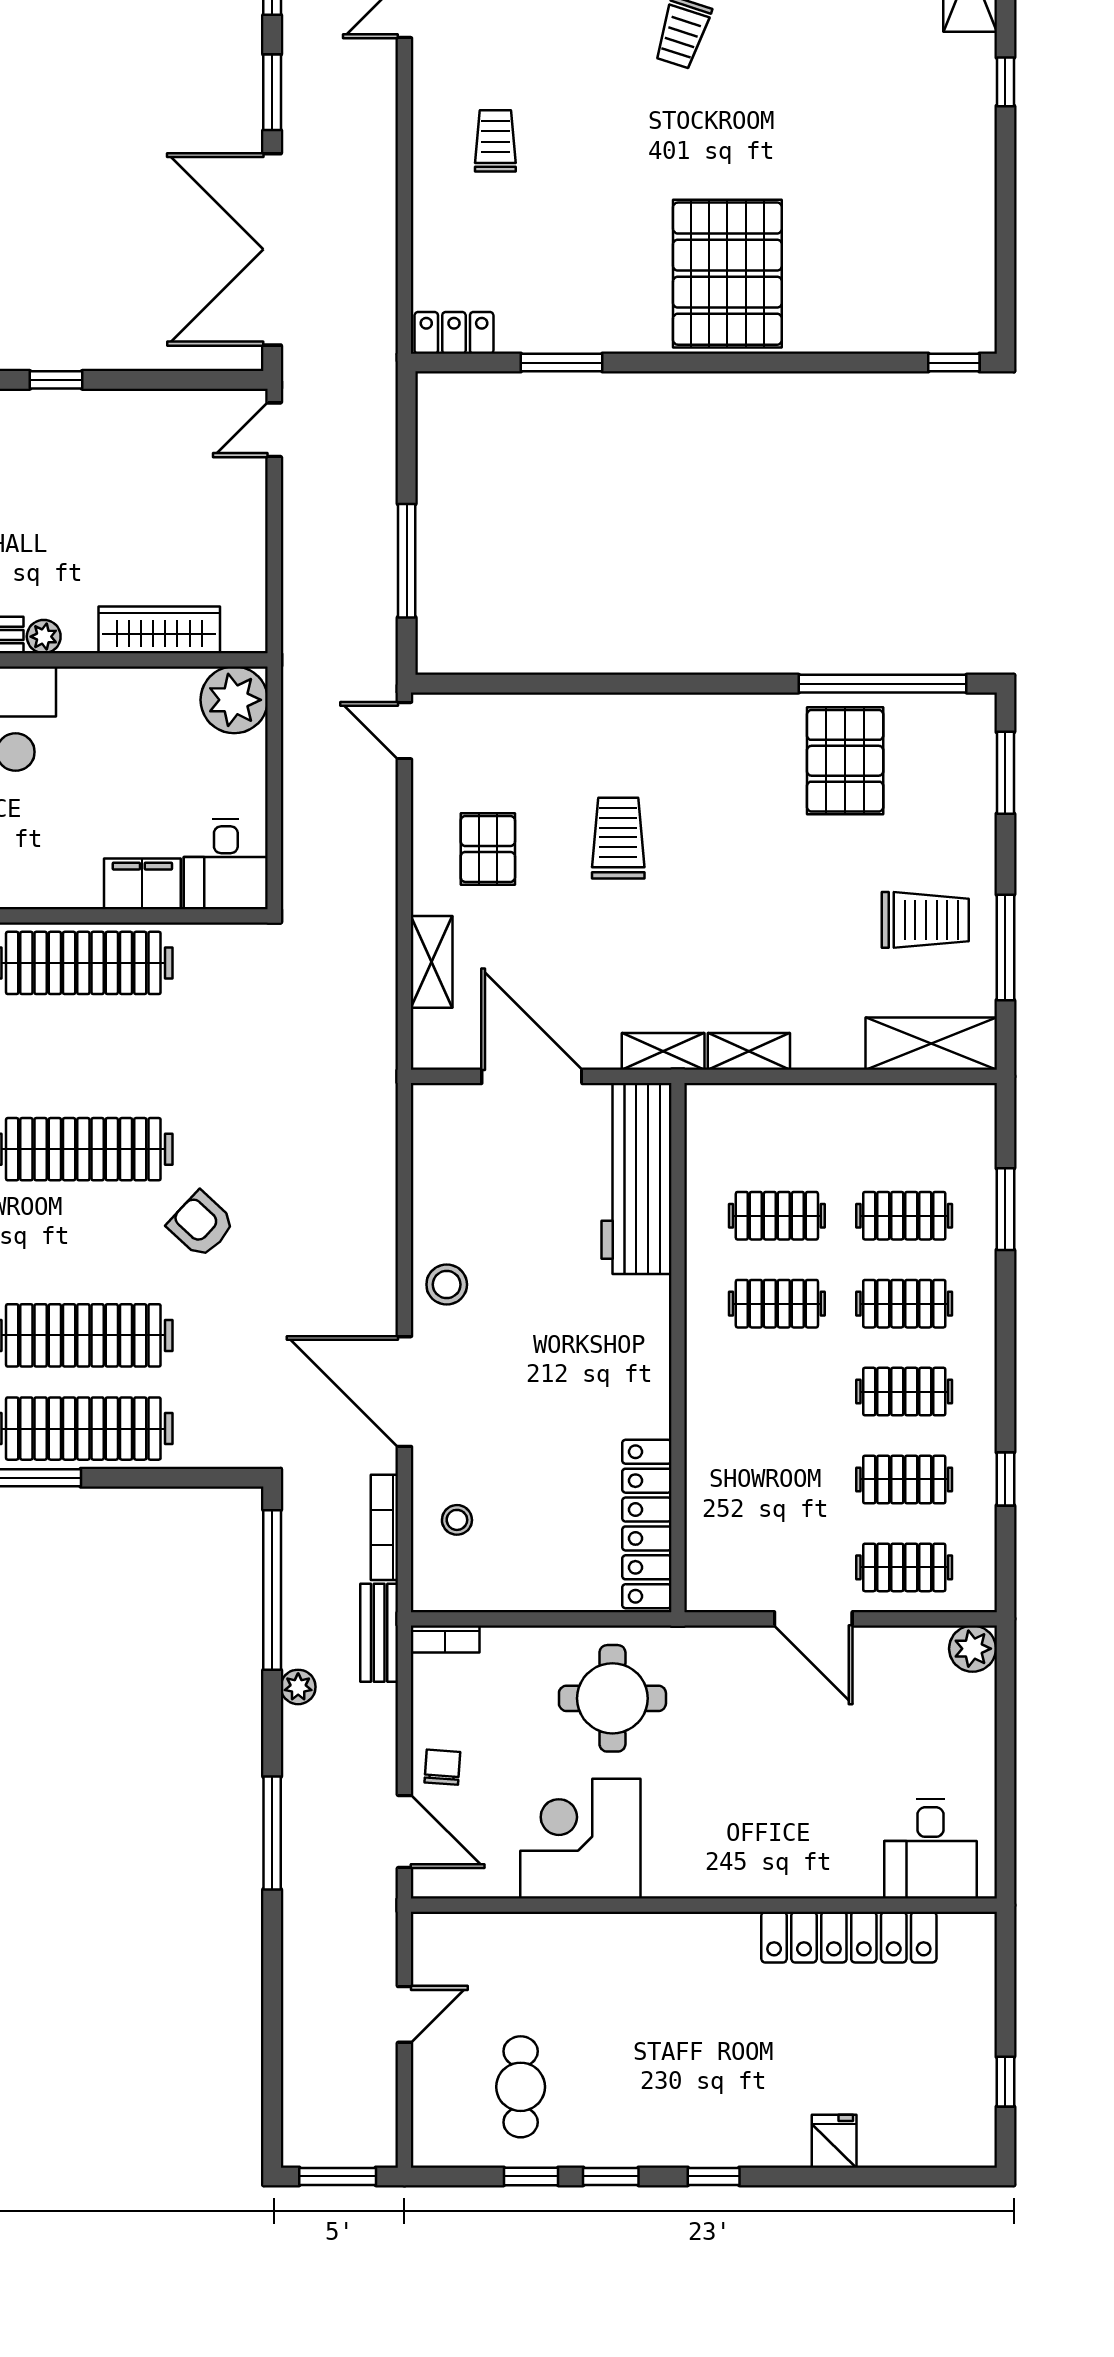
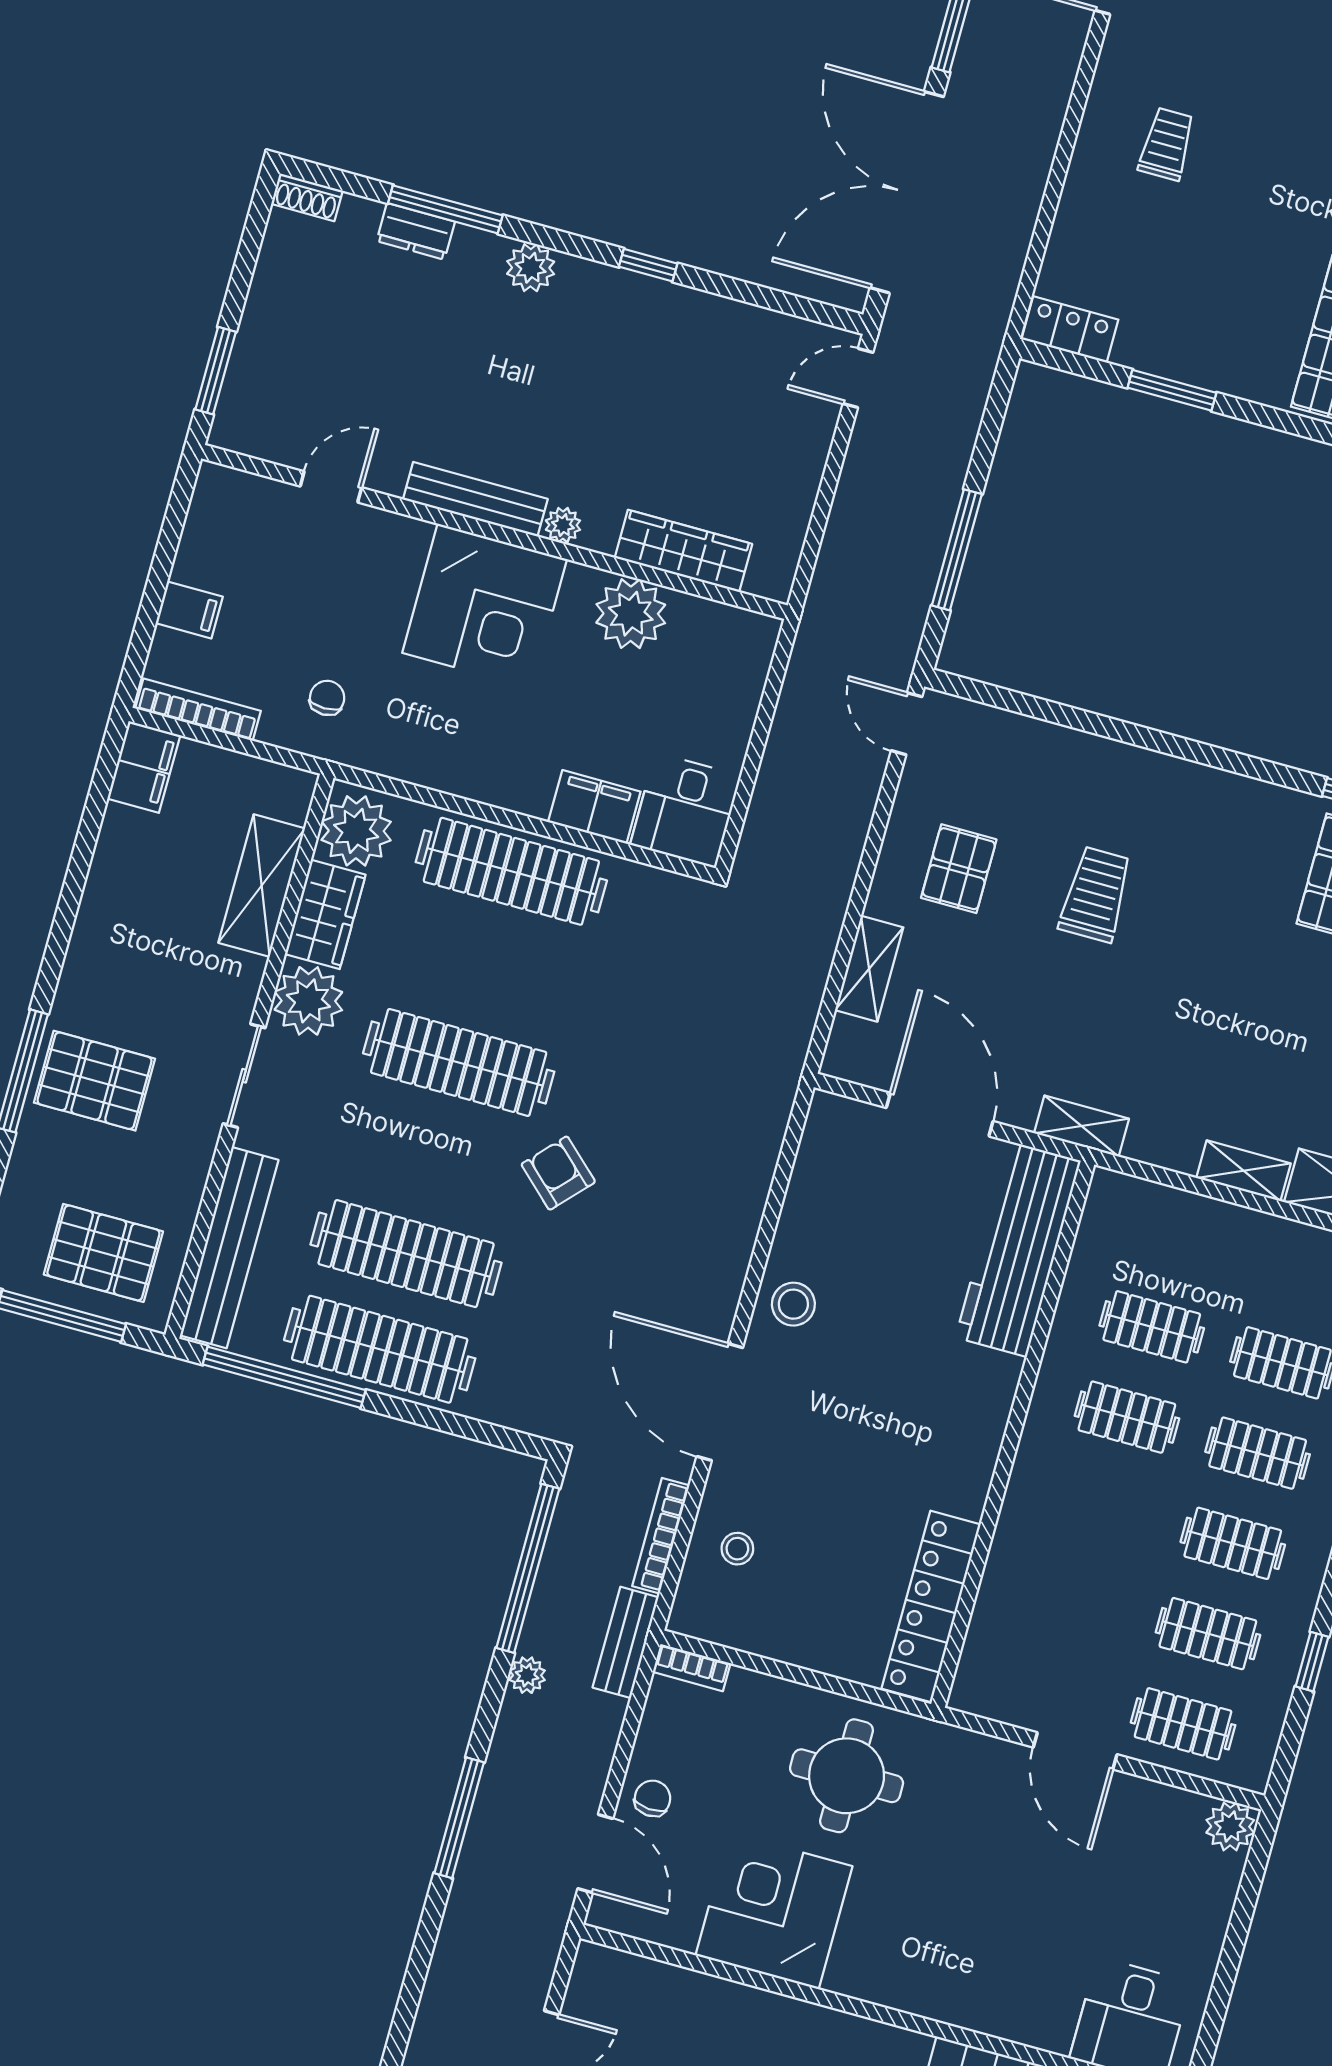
plant: (234, 700) -> (631, 614), moved
shelving: (749, 1051) -> (1244, 1171), moved

